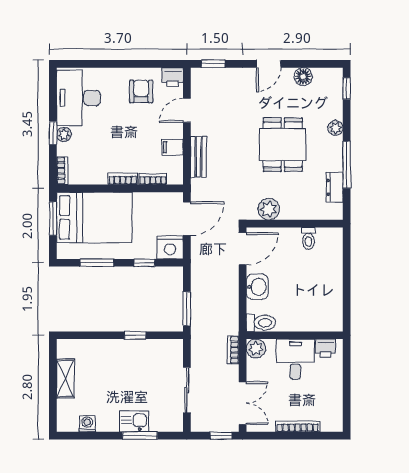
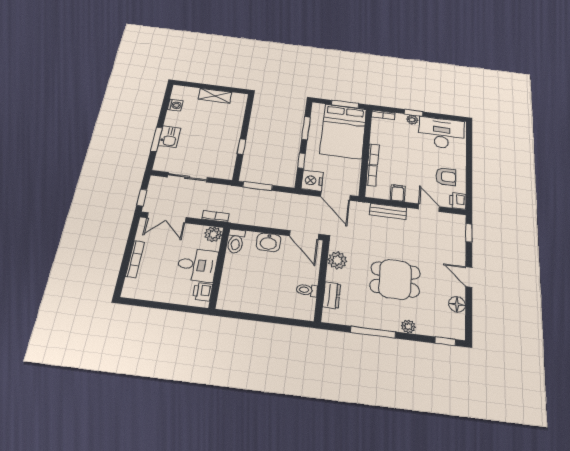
dresser: (335, 187) -> (332, 295), moved, turned 90

